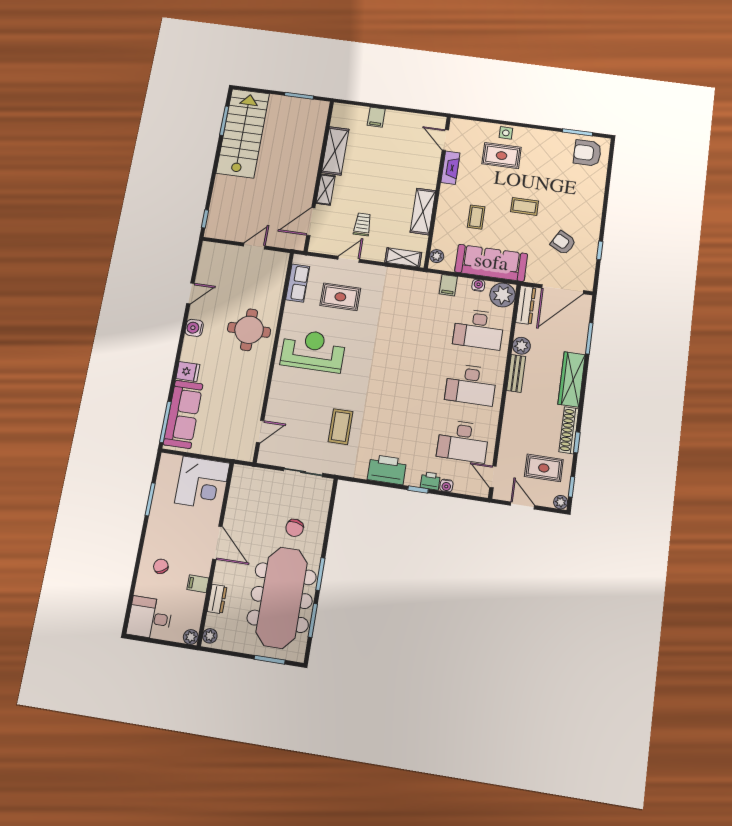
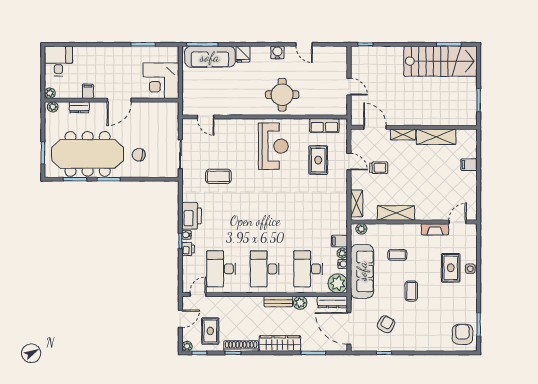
plant: (464, 284) -> (342, 253), added
water cooler: (446, 486) -> (186, 235), moved
chair: (161, 566) -> (96, 62), removed

